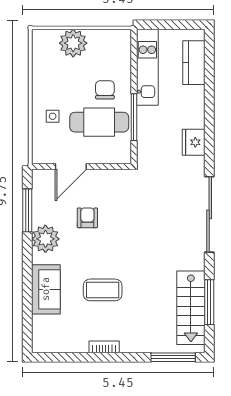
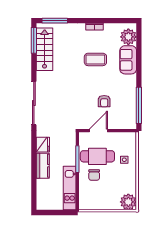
plant: (73, 43) -> (128, 202), moved
kitchen counter: (194, 63) -> (43, 166), moved
door: (71, 166) -> (98, 131), moved
window: (27, 210) -> (139, 105), width x1.46
plant: (45, 239) -> (128, 37), moved
window: (209, 302) -> (34, 40), moved

